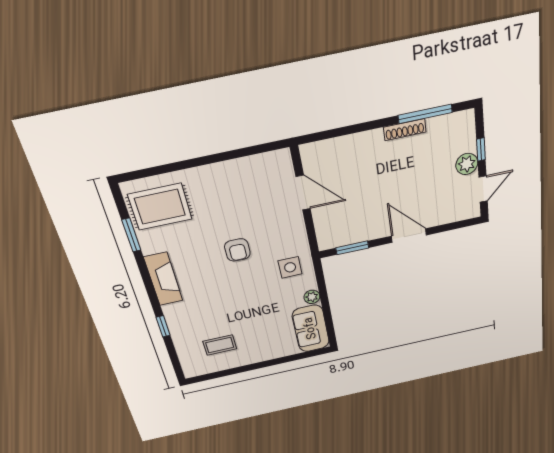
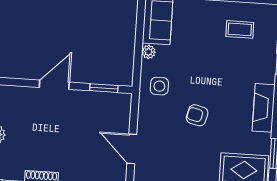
door: (409, 236) -> (54, 85), swing flipped
armchair: (237, 250) -> (197, 115), turned -76

